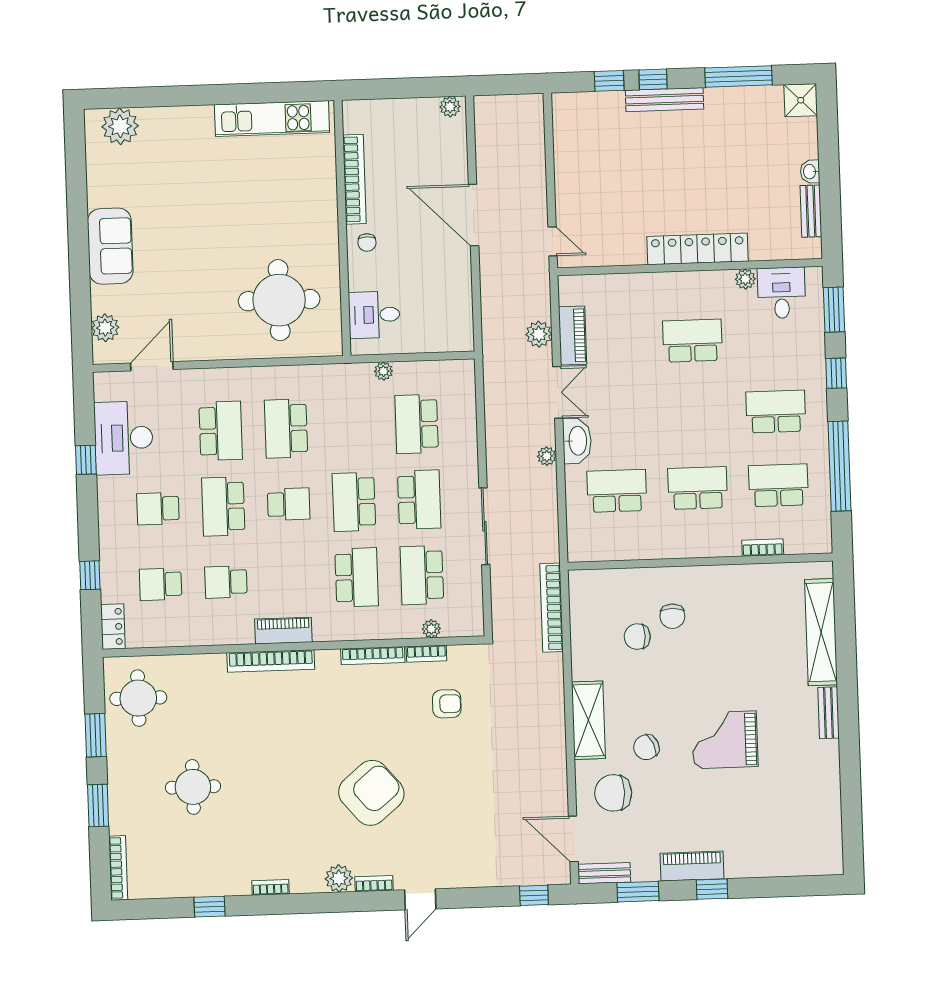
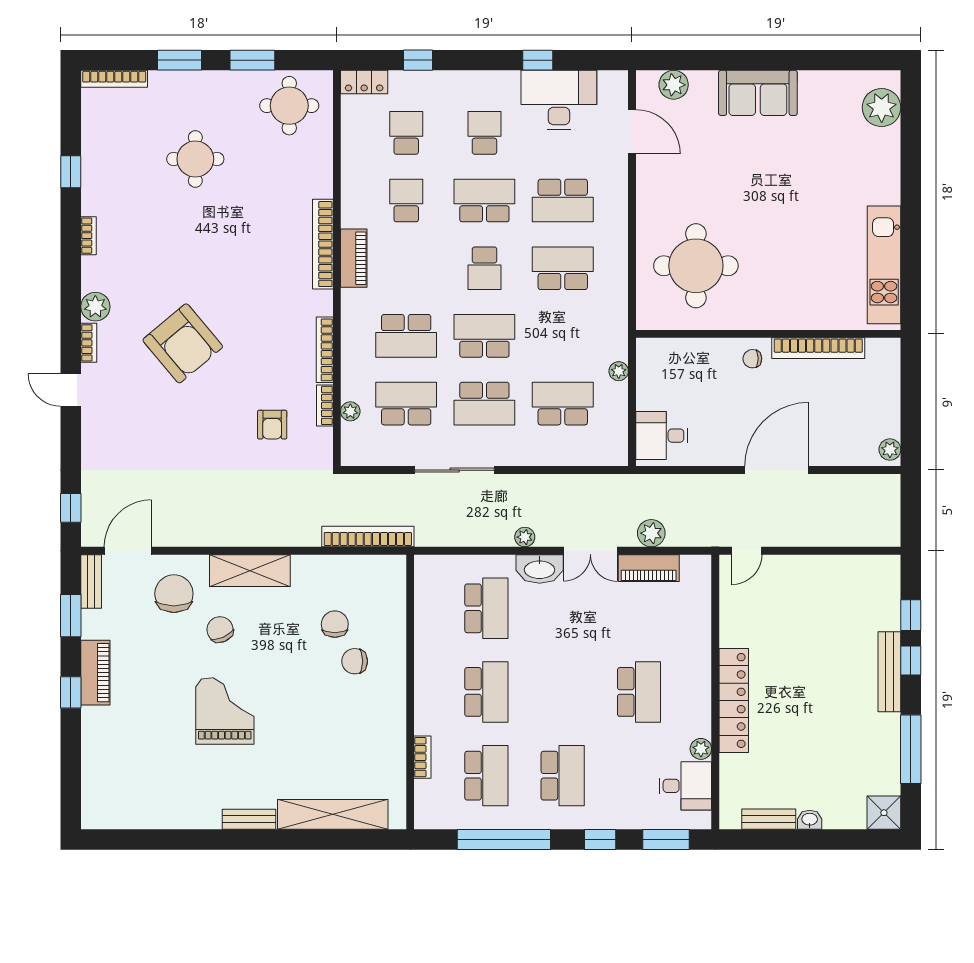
desk: (374, 315) -> (662, 436), moved, turned -90

